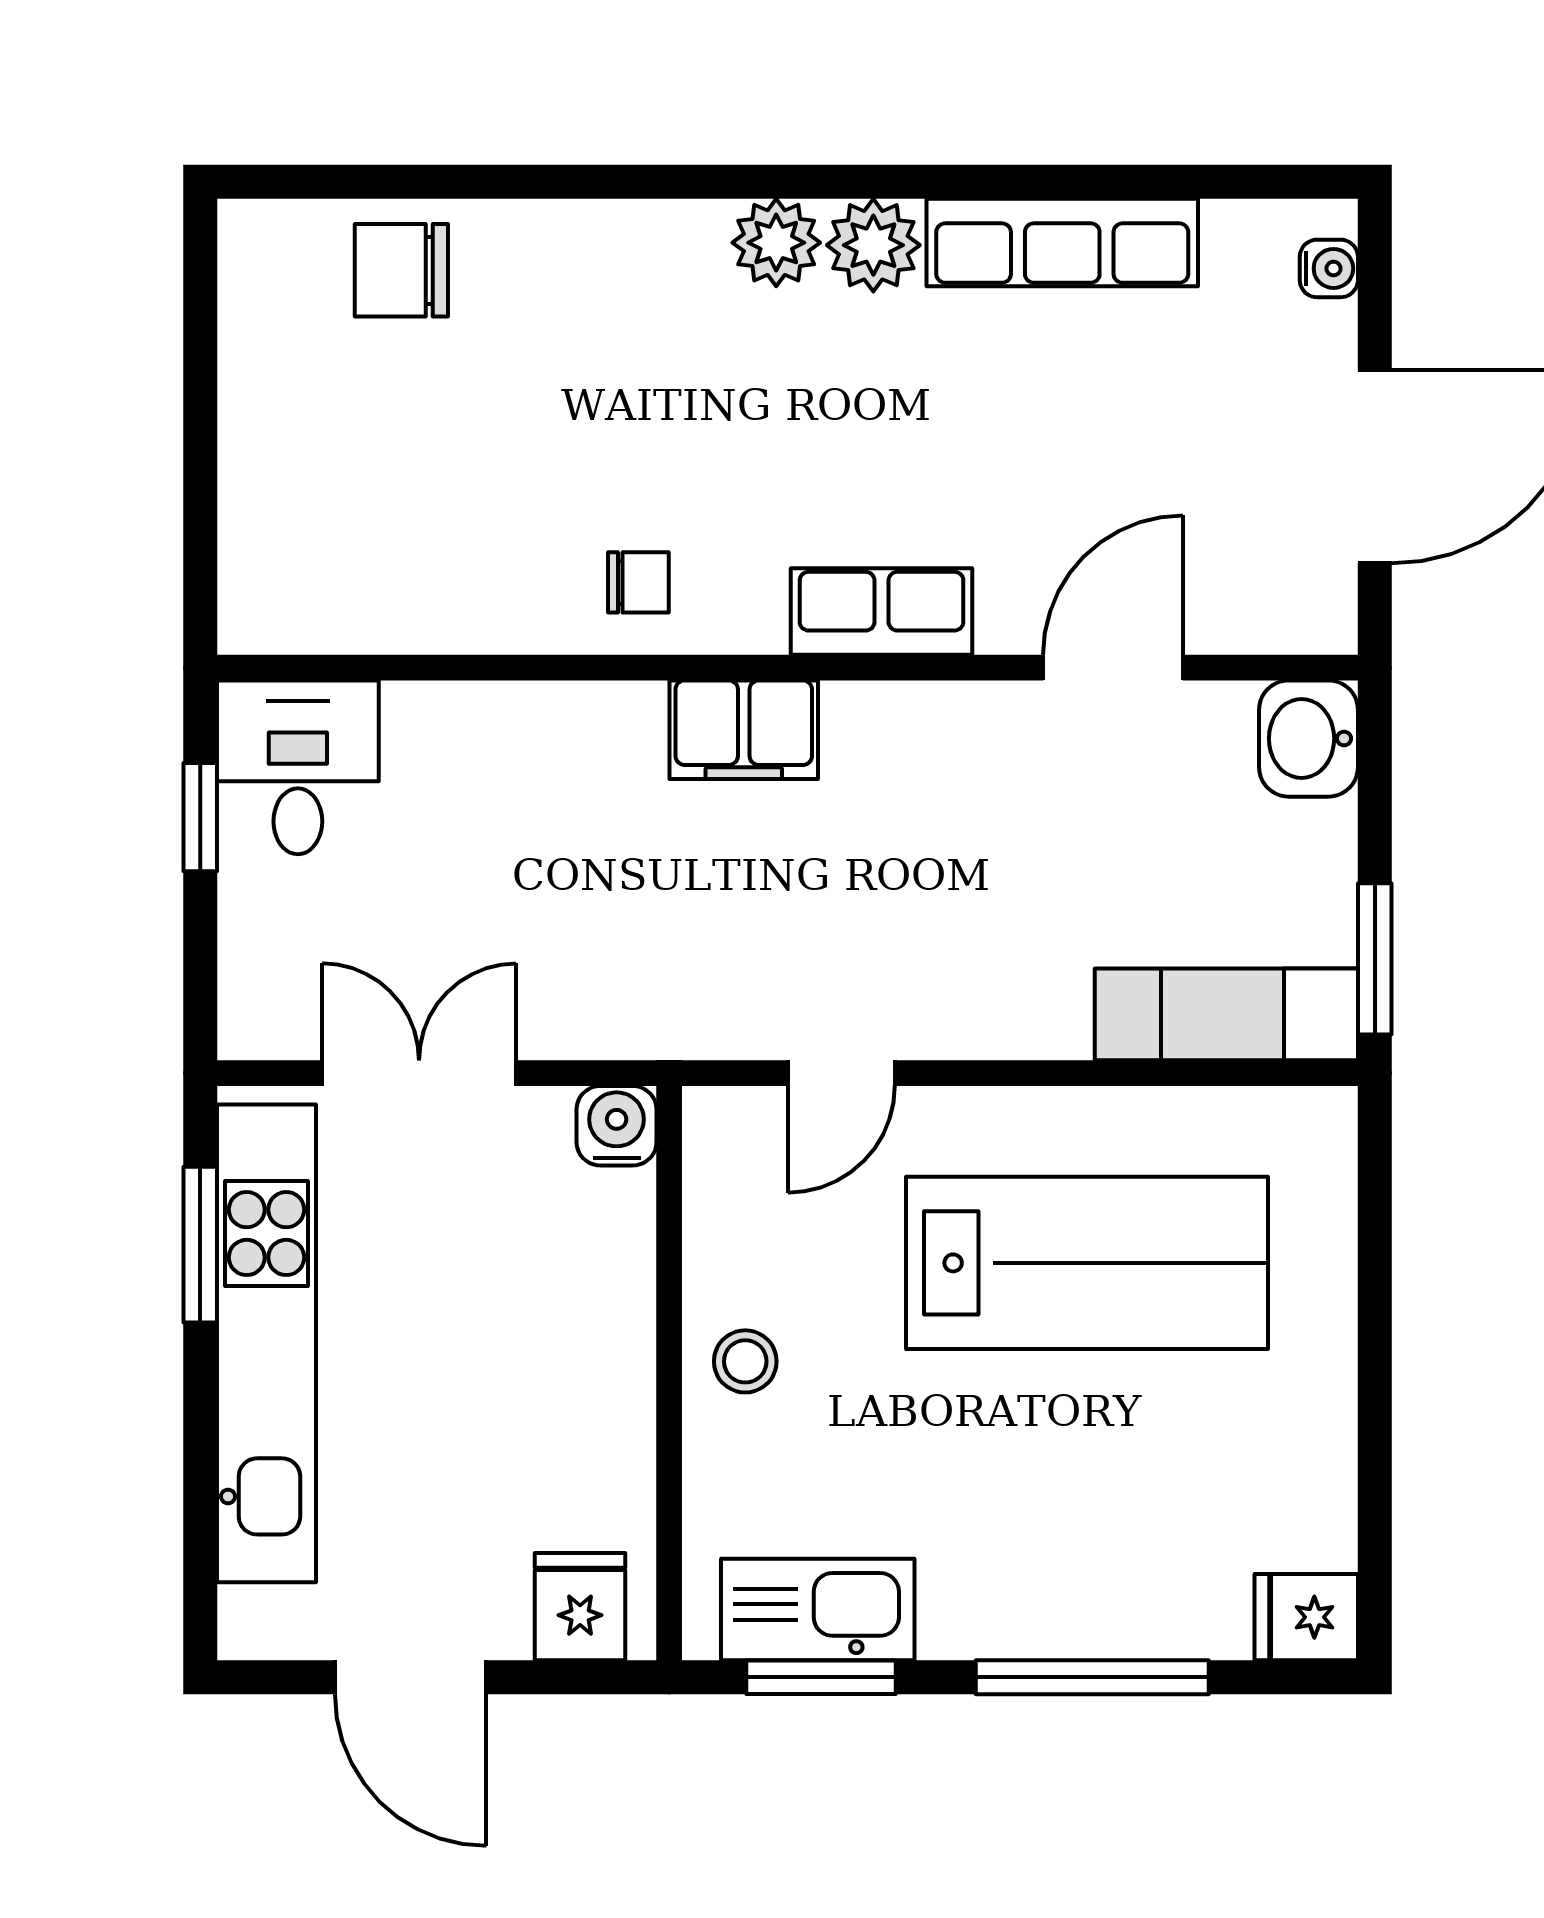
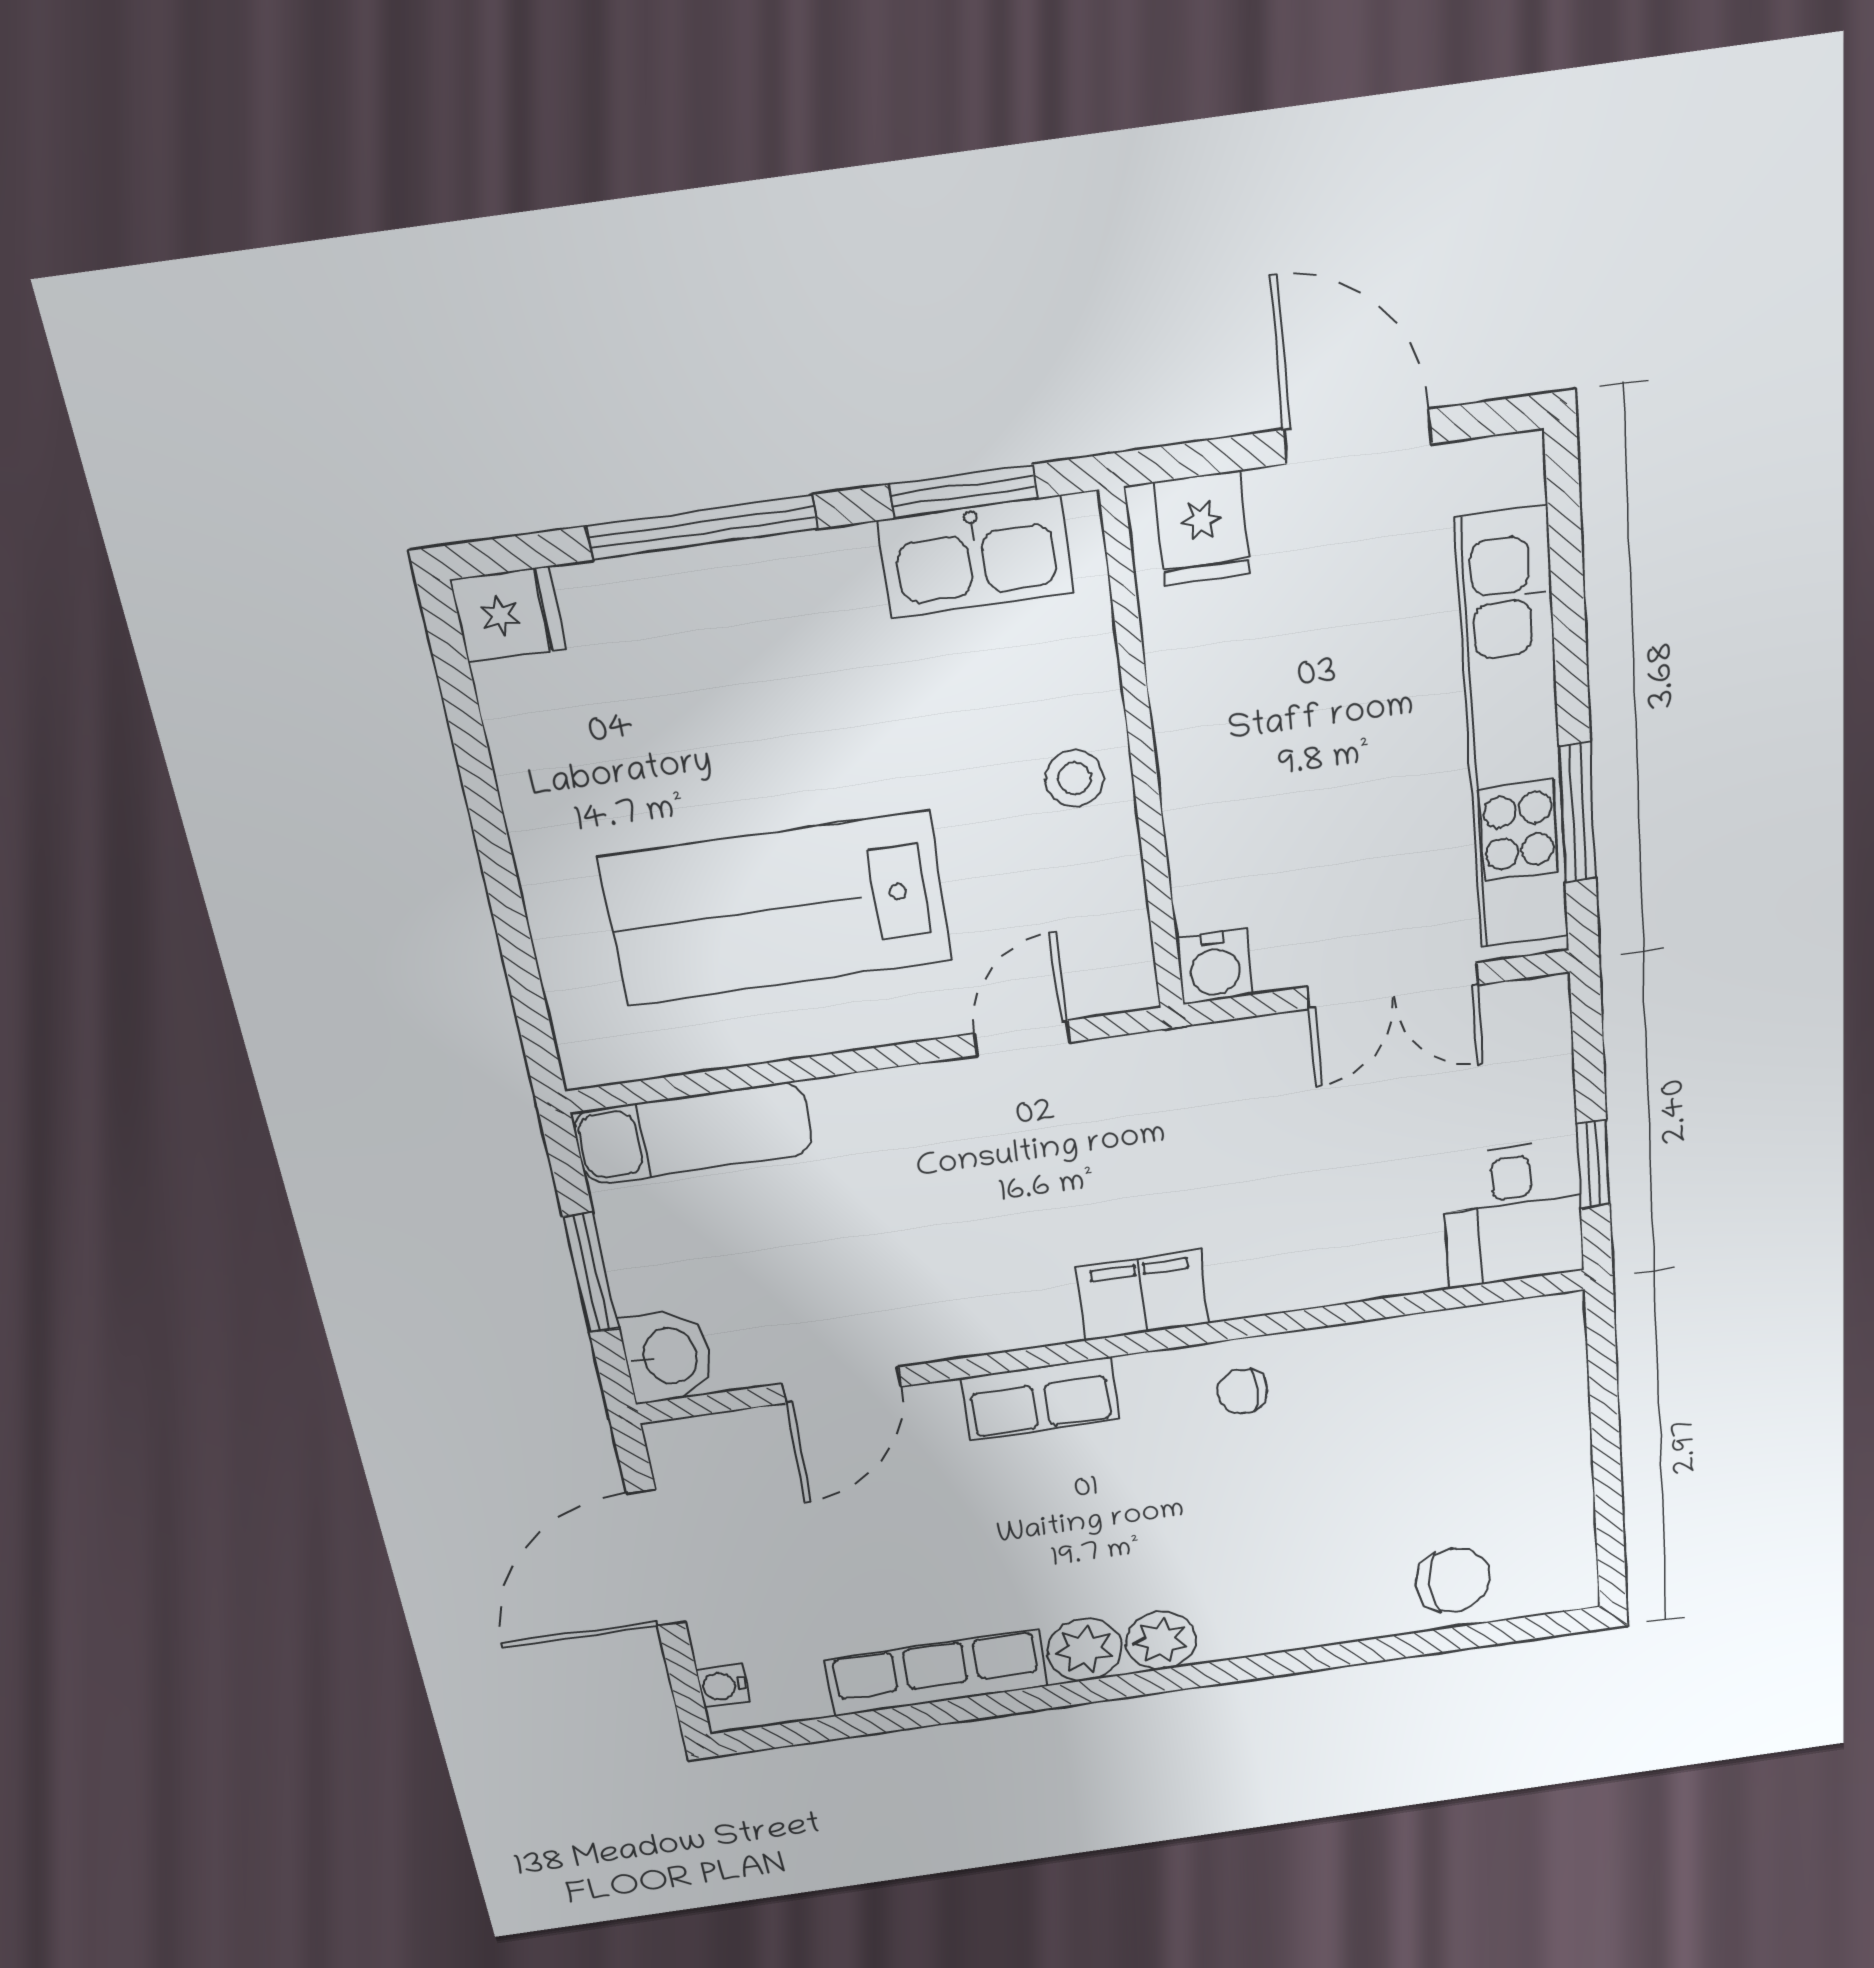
window: (1375, 959) -> (591, 1273), moved

